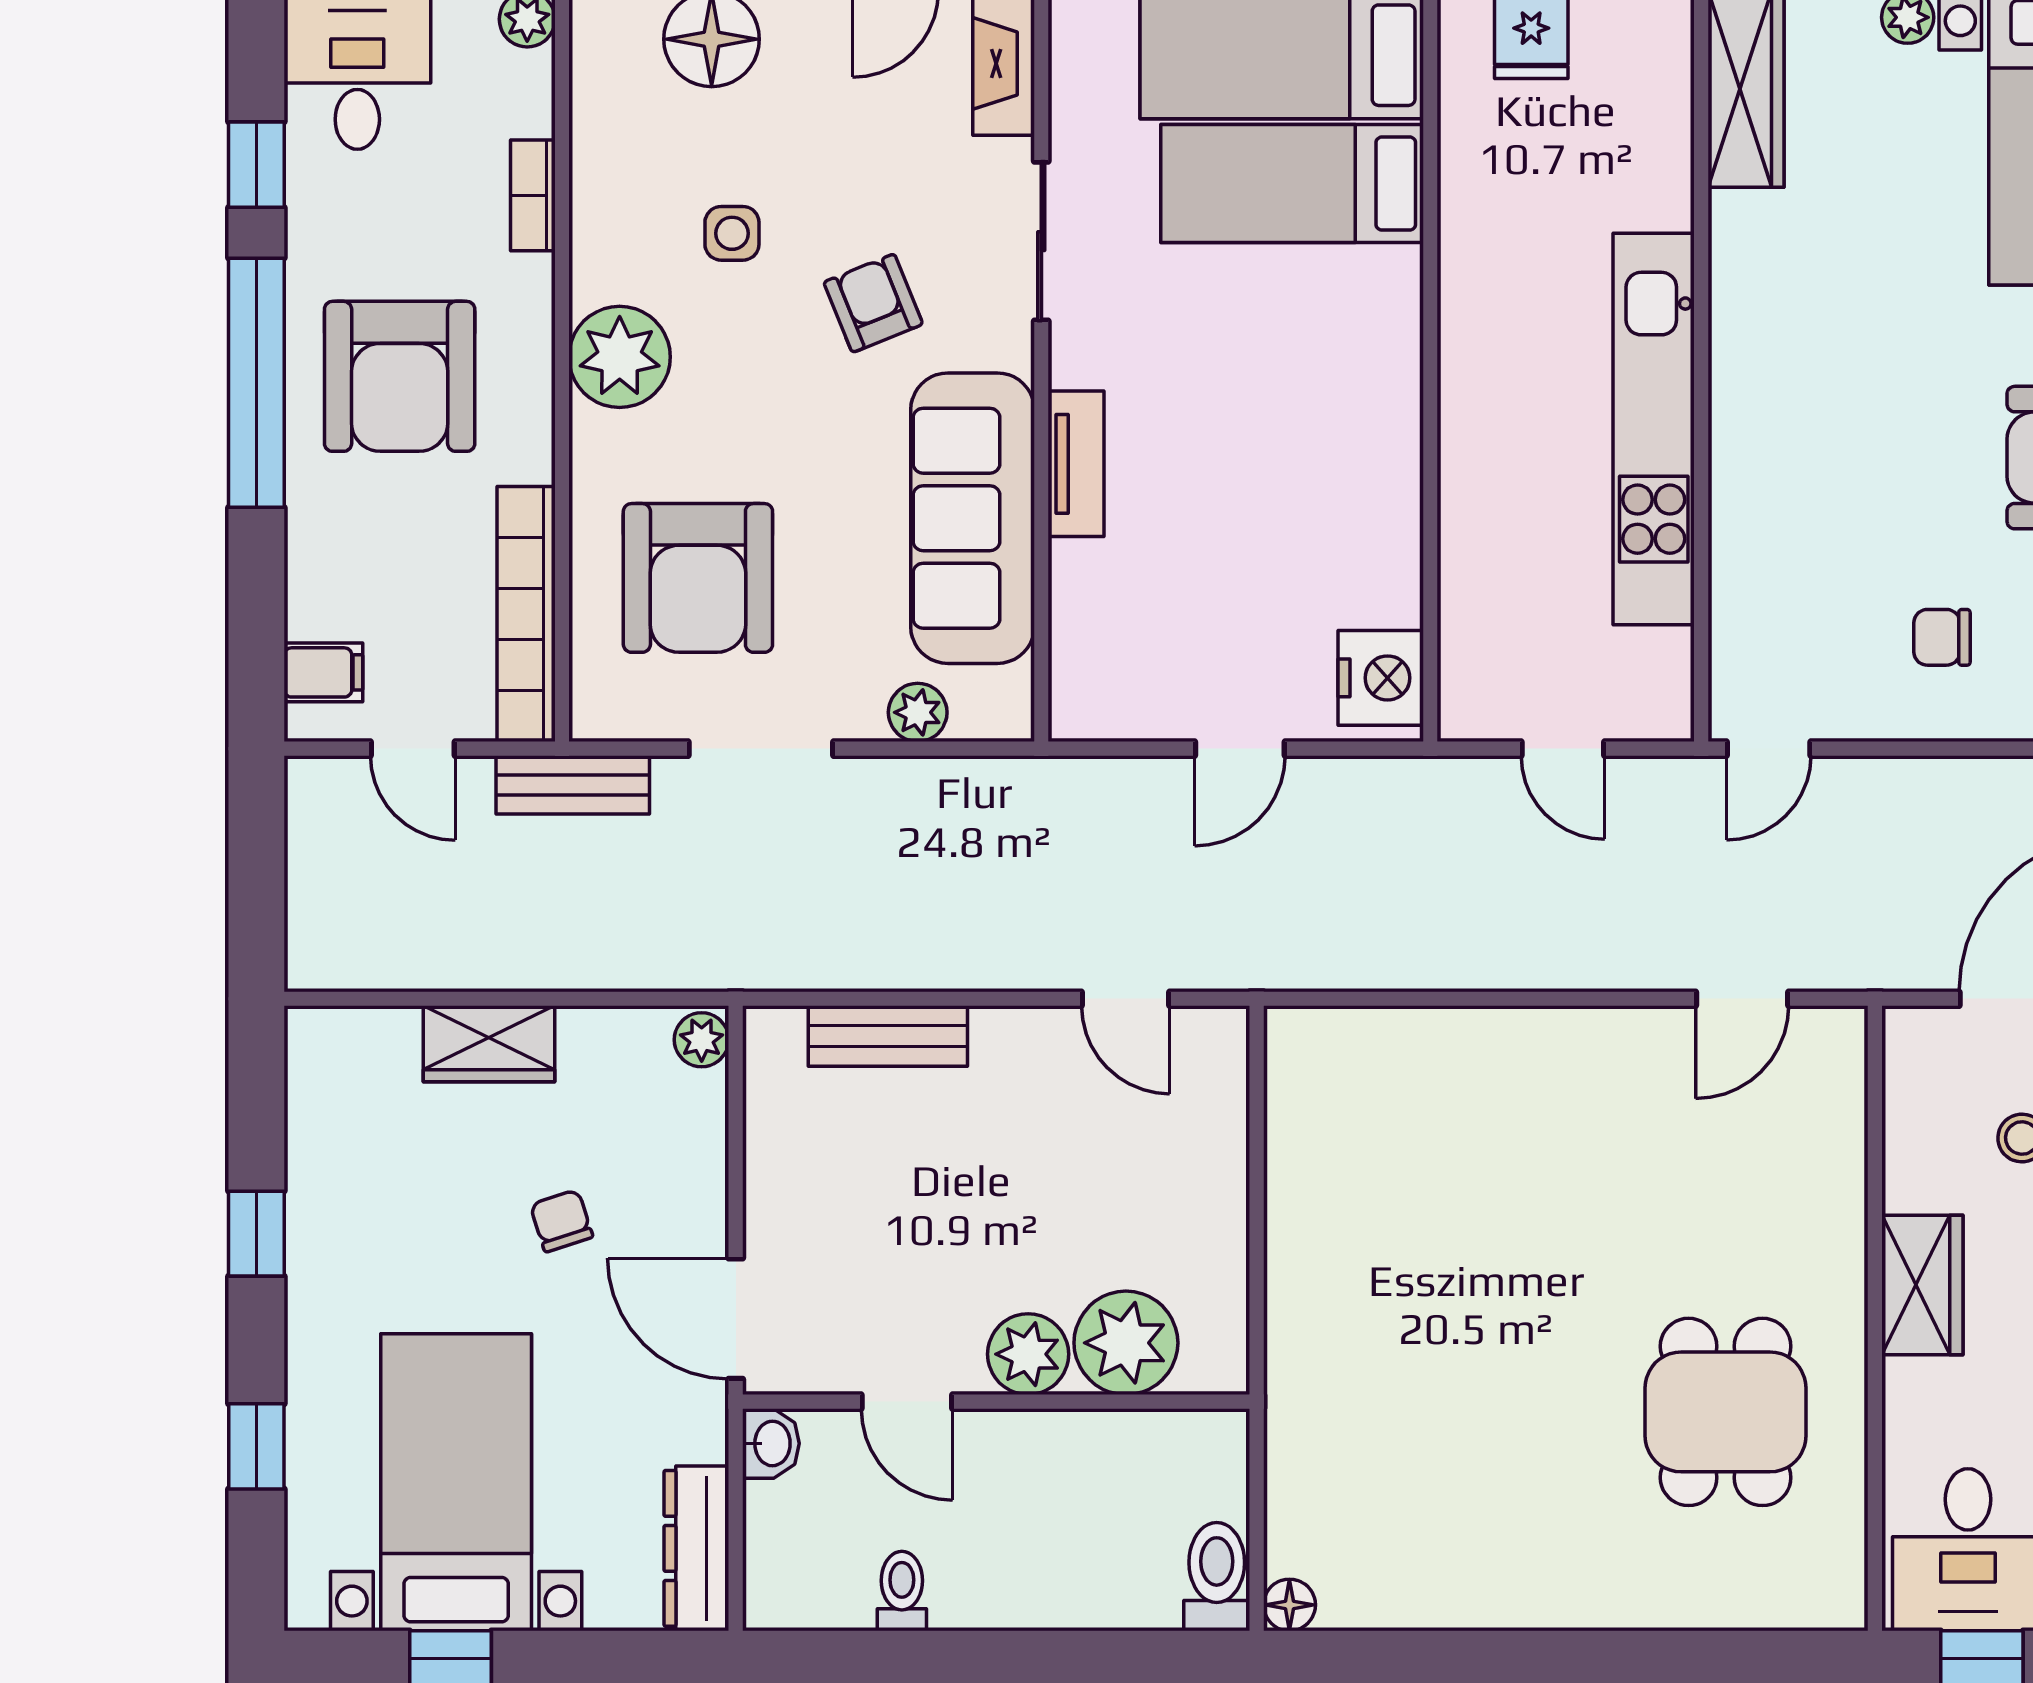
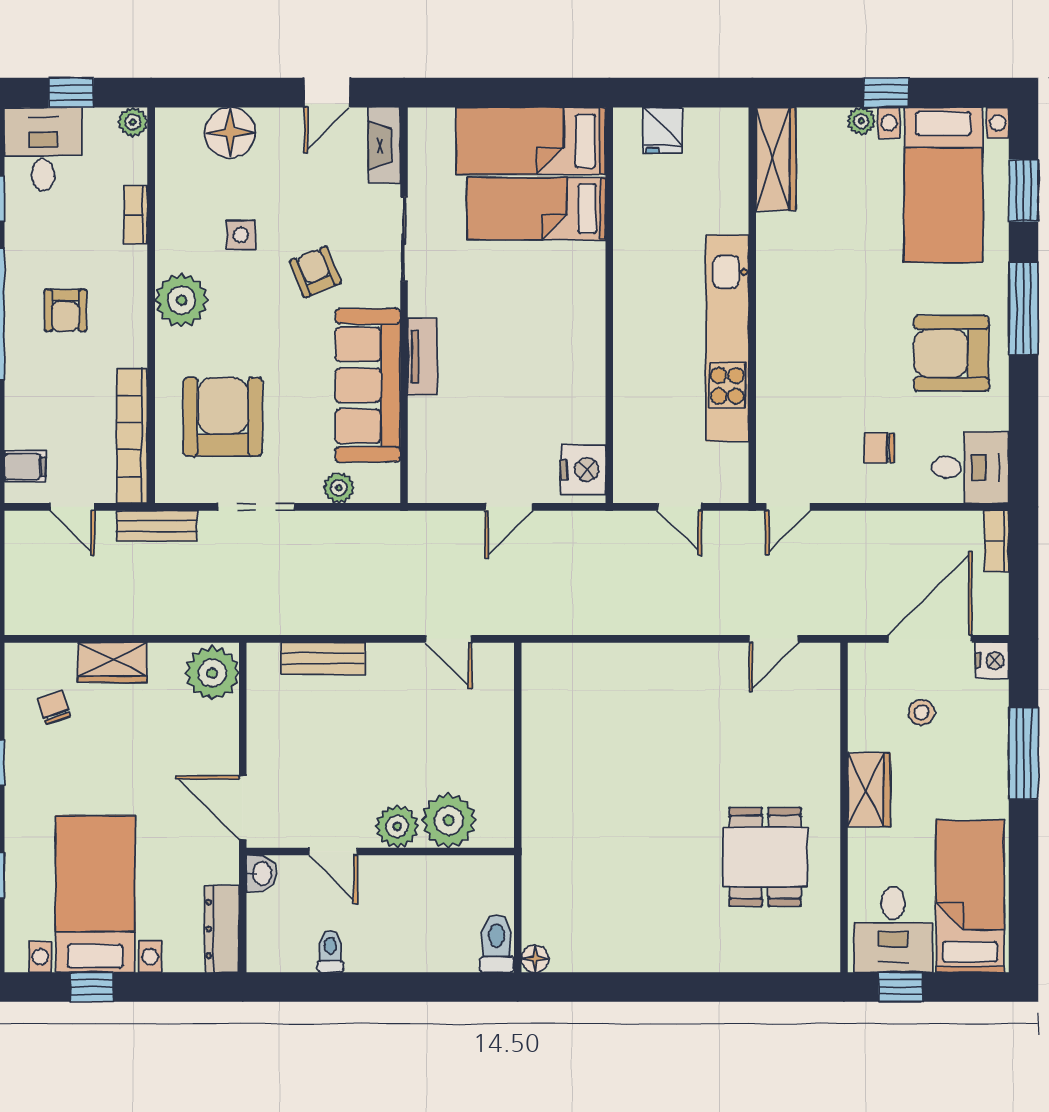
armchair: (400, 376) -> (65, 310), width x0.53, depth x0.53
armchair: (698, 578) -> (223, 417), turned 180
plant: (702, 1040) -> (212, 673), width x1.88, depth x1.88
chair: (561, 1221) -> (54, 707), moved

